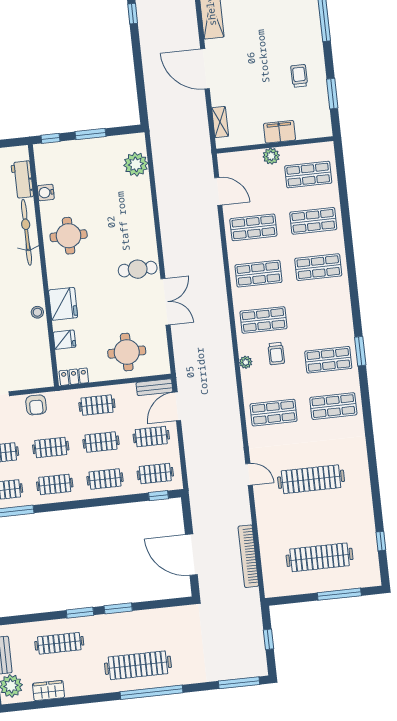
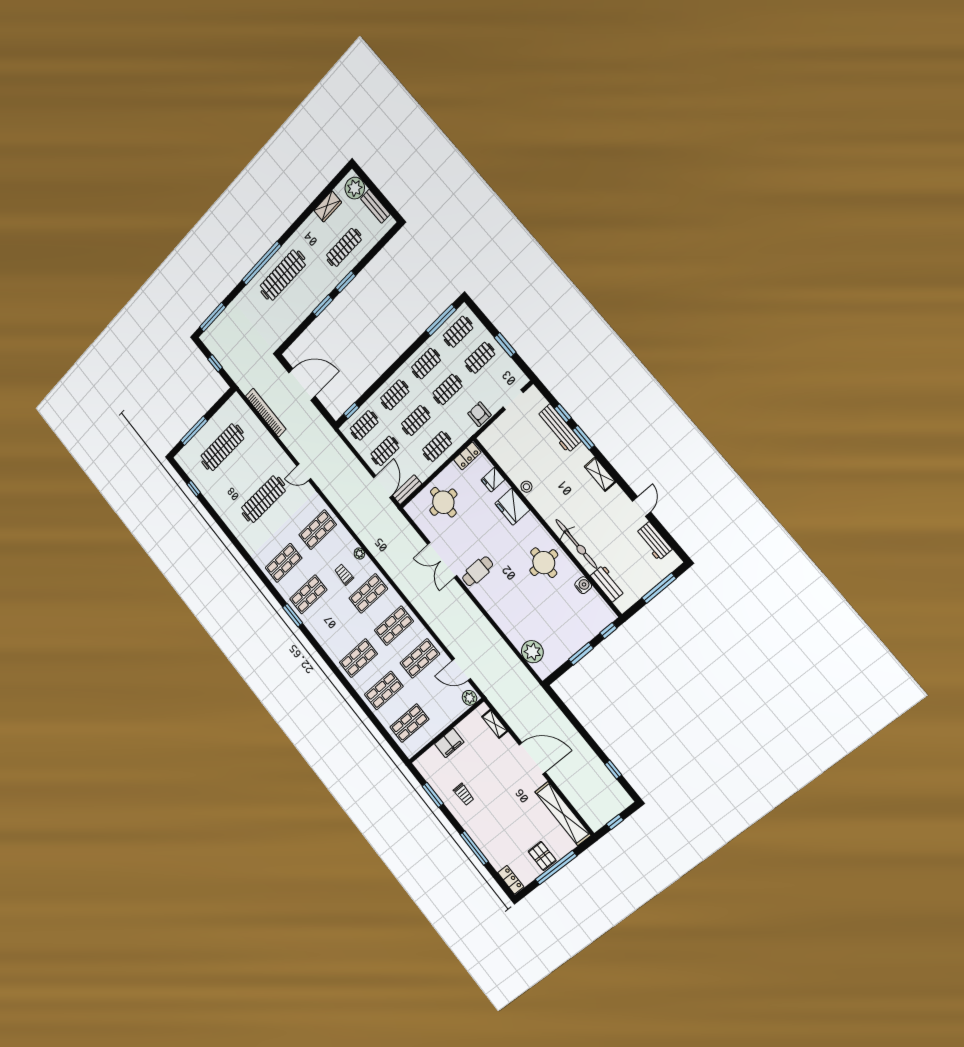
plant: (271, 156) -> (469, 698), moved

